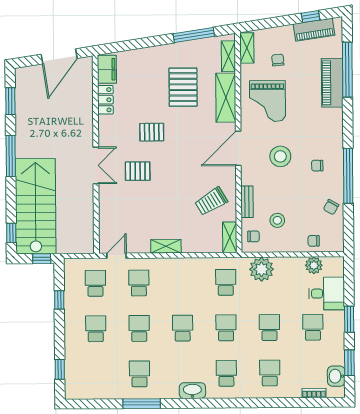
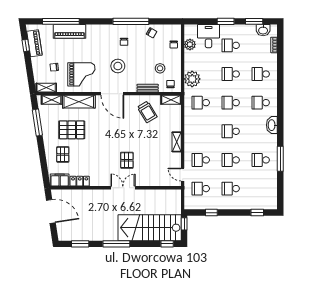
pallet: (152, 132) -> (63, 154), moved

